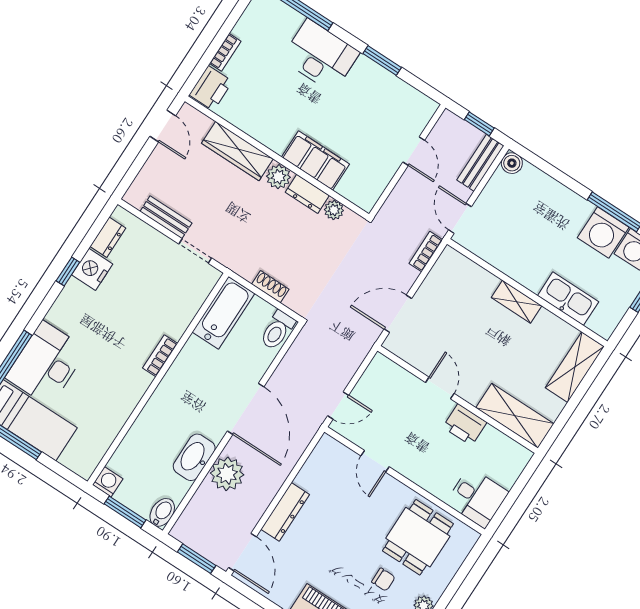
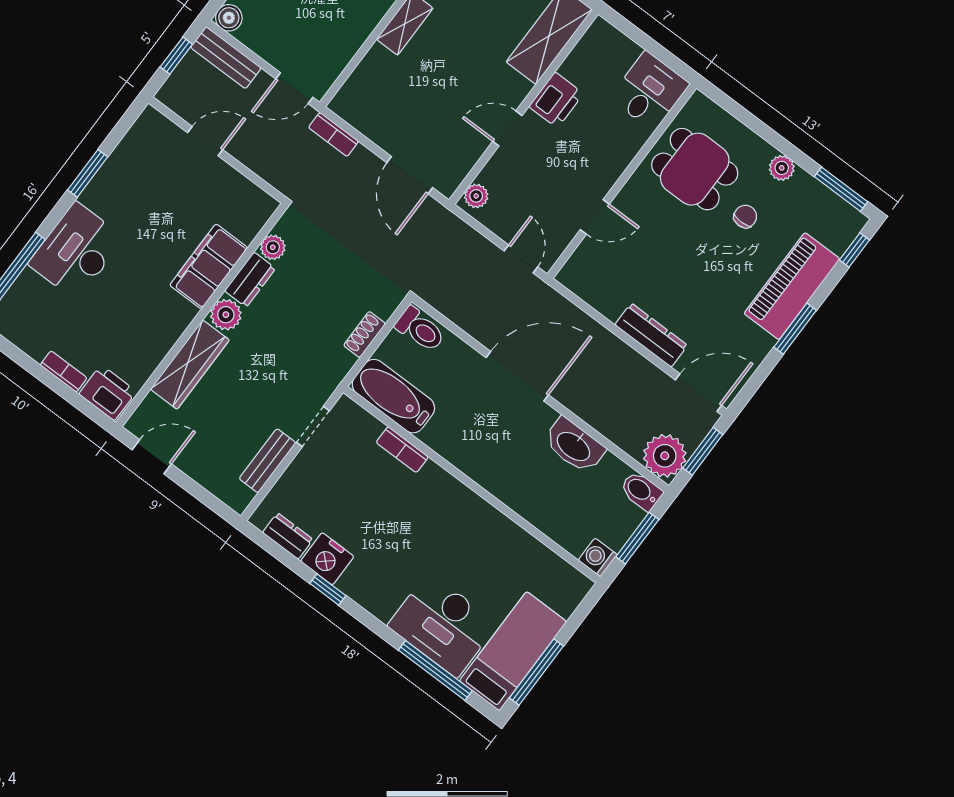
bookcase: (160, 356) -> (402, 450), moved
plant: (385, 367) -> (476, 196), added
plant: (227, 474) -> (665, 456), moved

